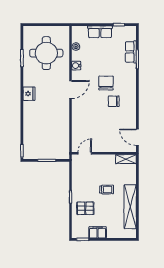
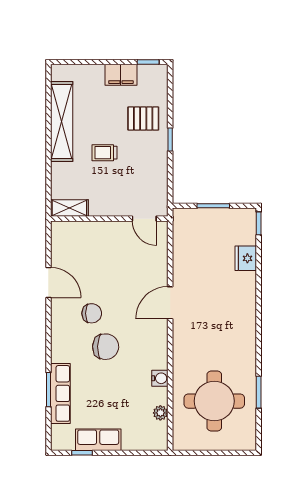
row of seats: (100, 32) -> (98, 440), moved
row of seats: (131, 52) -> (60, 393), width x1.48
chair: (106, 83) -> (106, 347), turned -88
door: (71, 89) -> (170, 303), moved
fridge: (29, 94) -> (246, 258), moved
door: (137, 137) -> (48, 282), moved
door: (85, 153) -> (144, 219), hinge flipped

